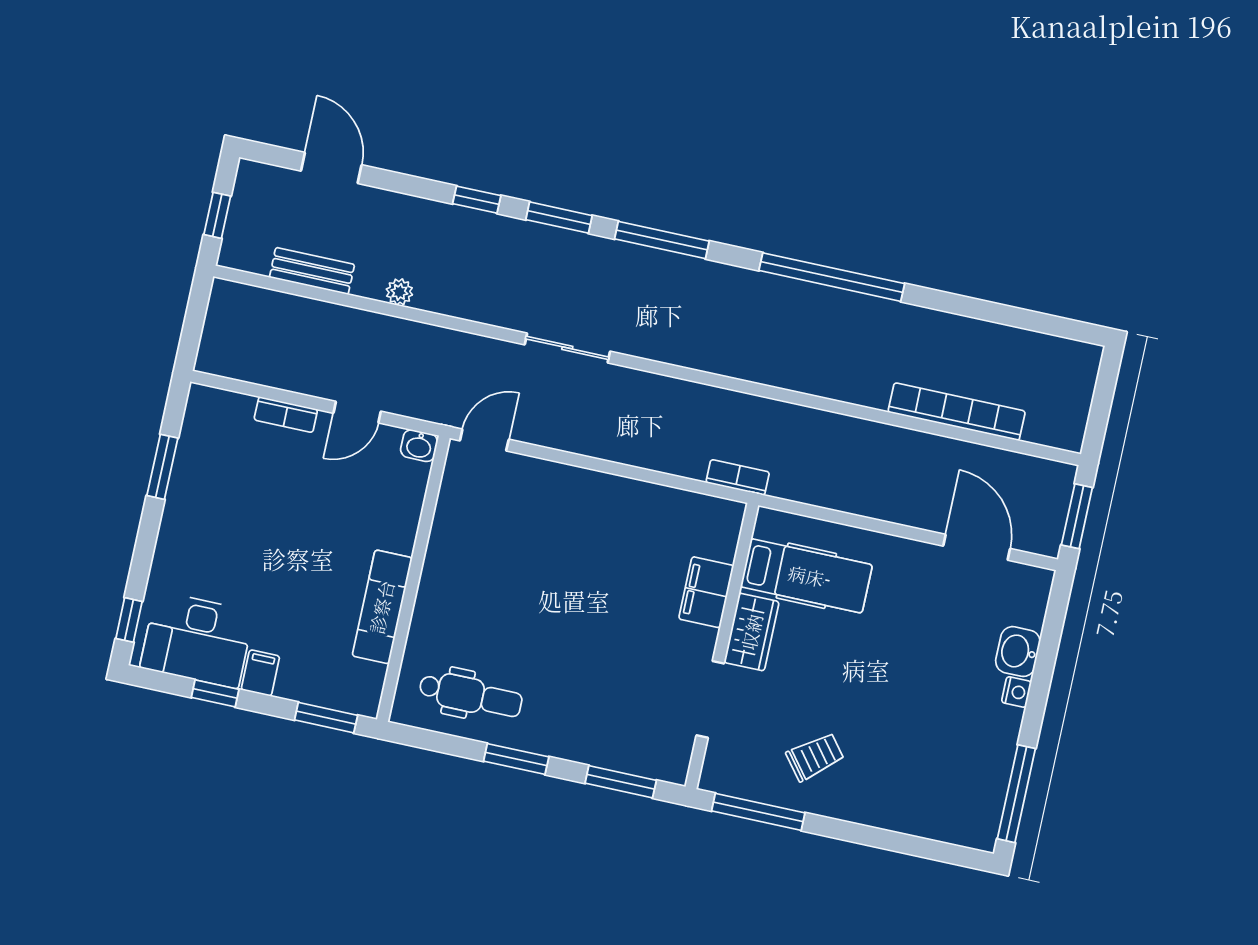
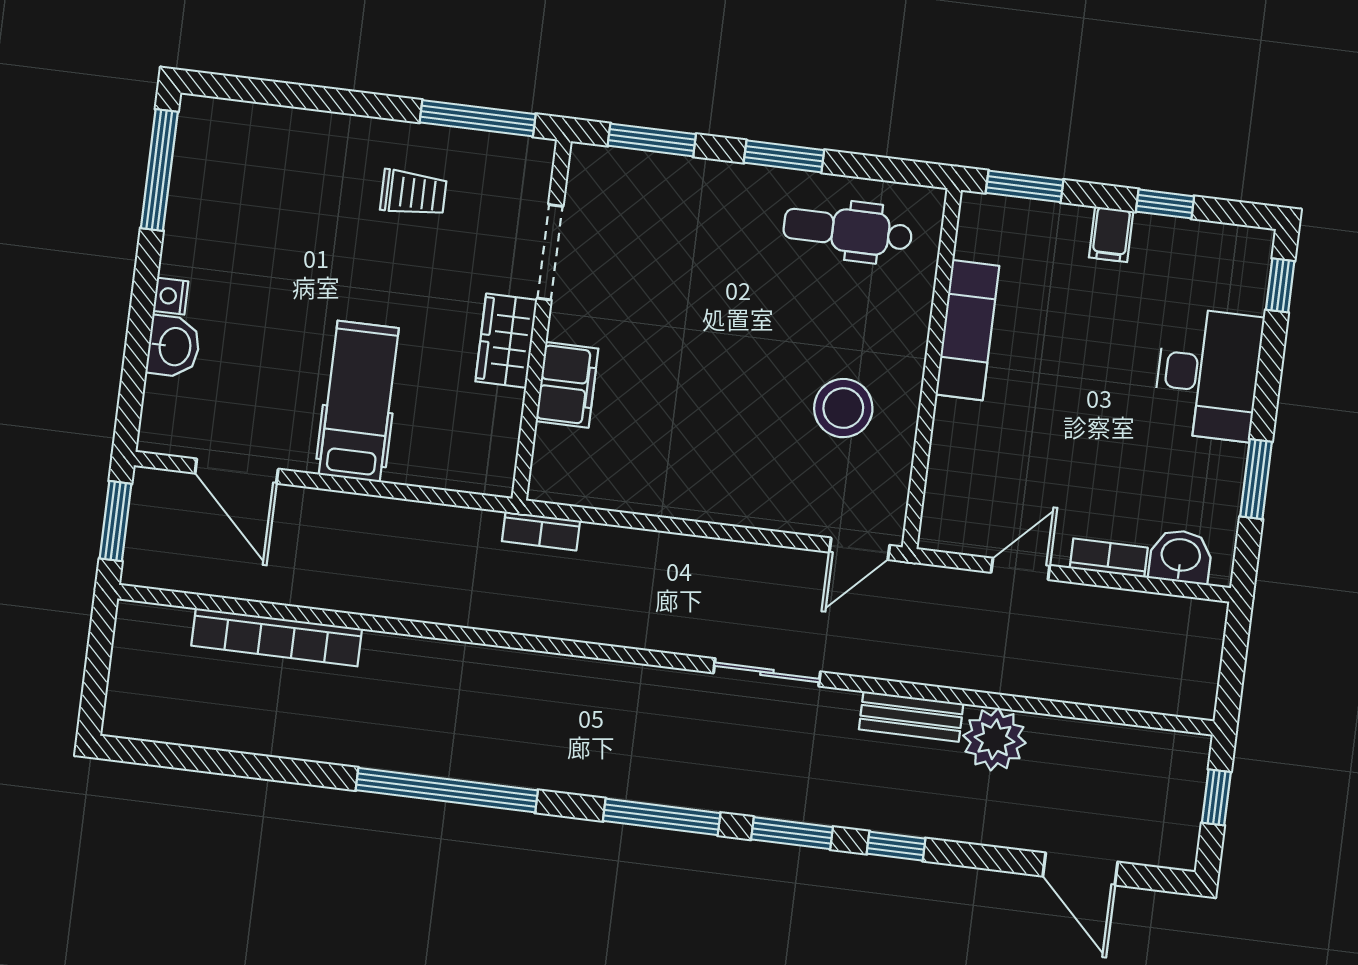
bench: (312, 271) -> (911, 716), moved
plant: (399, 292) -> (994, 739), width x1.87, depth x1.87
washbasin: (419, 446) -> (1181, 556), moved, width x1.38, depth x1.45
stool: (487, 554) -> (843, 408), added
hospital bed: (806, 576) -> (359, 401), moved, turned 90
desk: (197, 640) -> (1208, 374), moved, turned 90
trolley: (815, 757) -> (413, 193), turned -142

